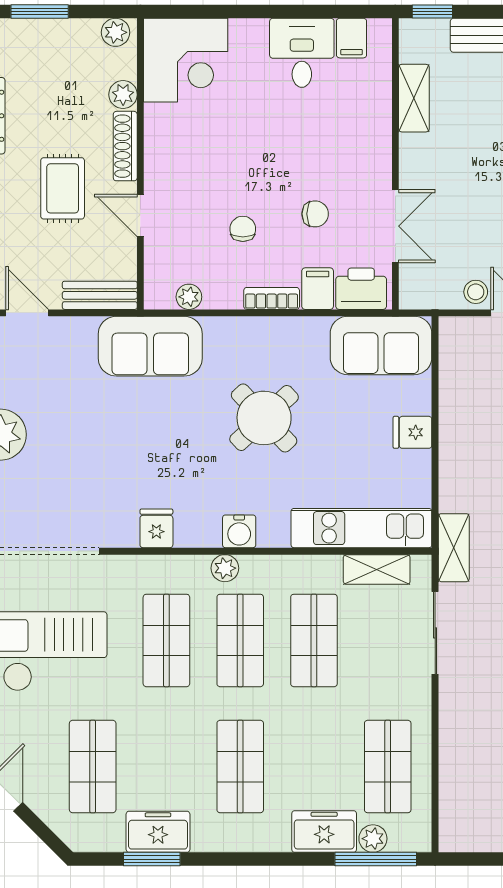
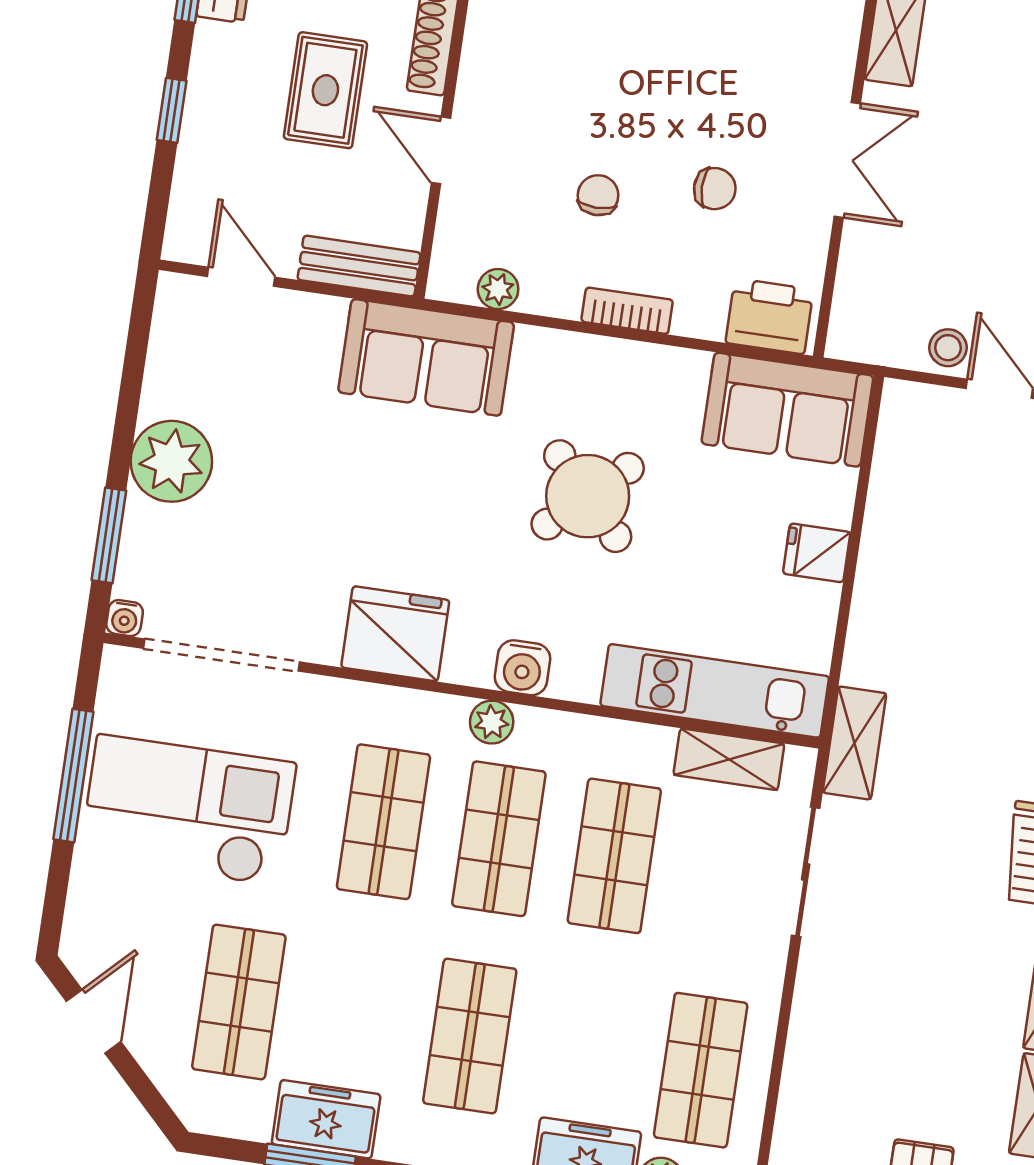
double door: (395, 226) -> (847, 160), moved
filing cabinet: (318, 289) -> (701, 306), removed
fridge: (156, 528) -> (395, 634), width x1.88, depth x1.34

